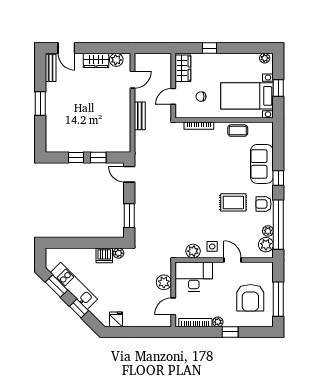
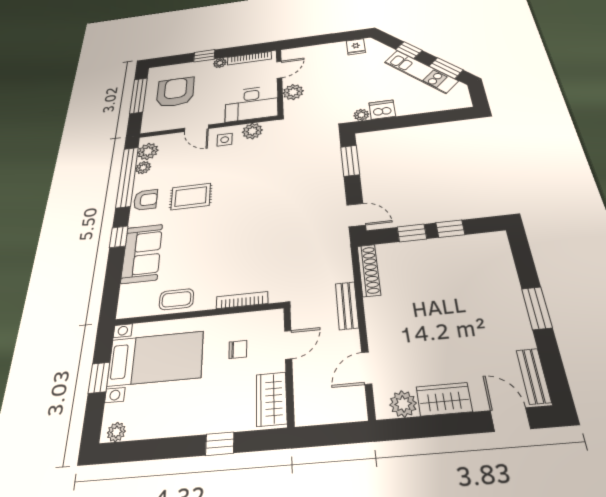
shoe rack: (126, 136) -> (369, 270), added

